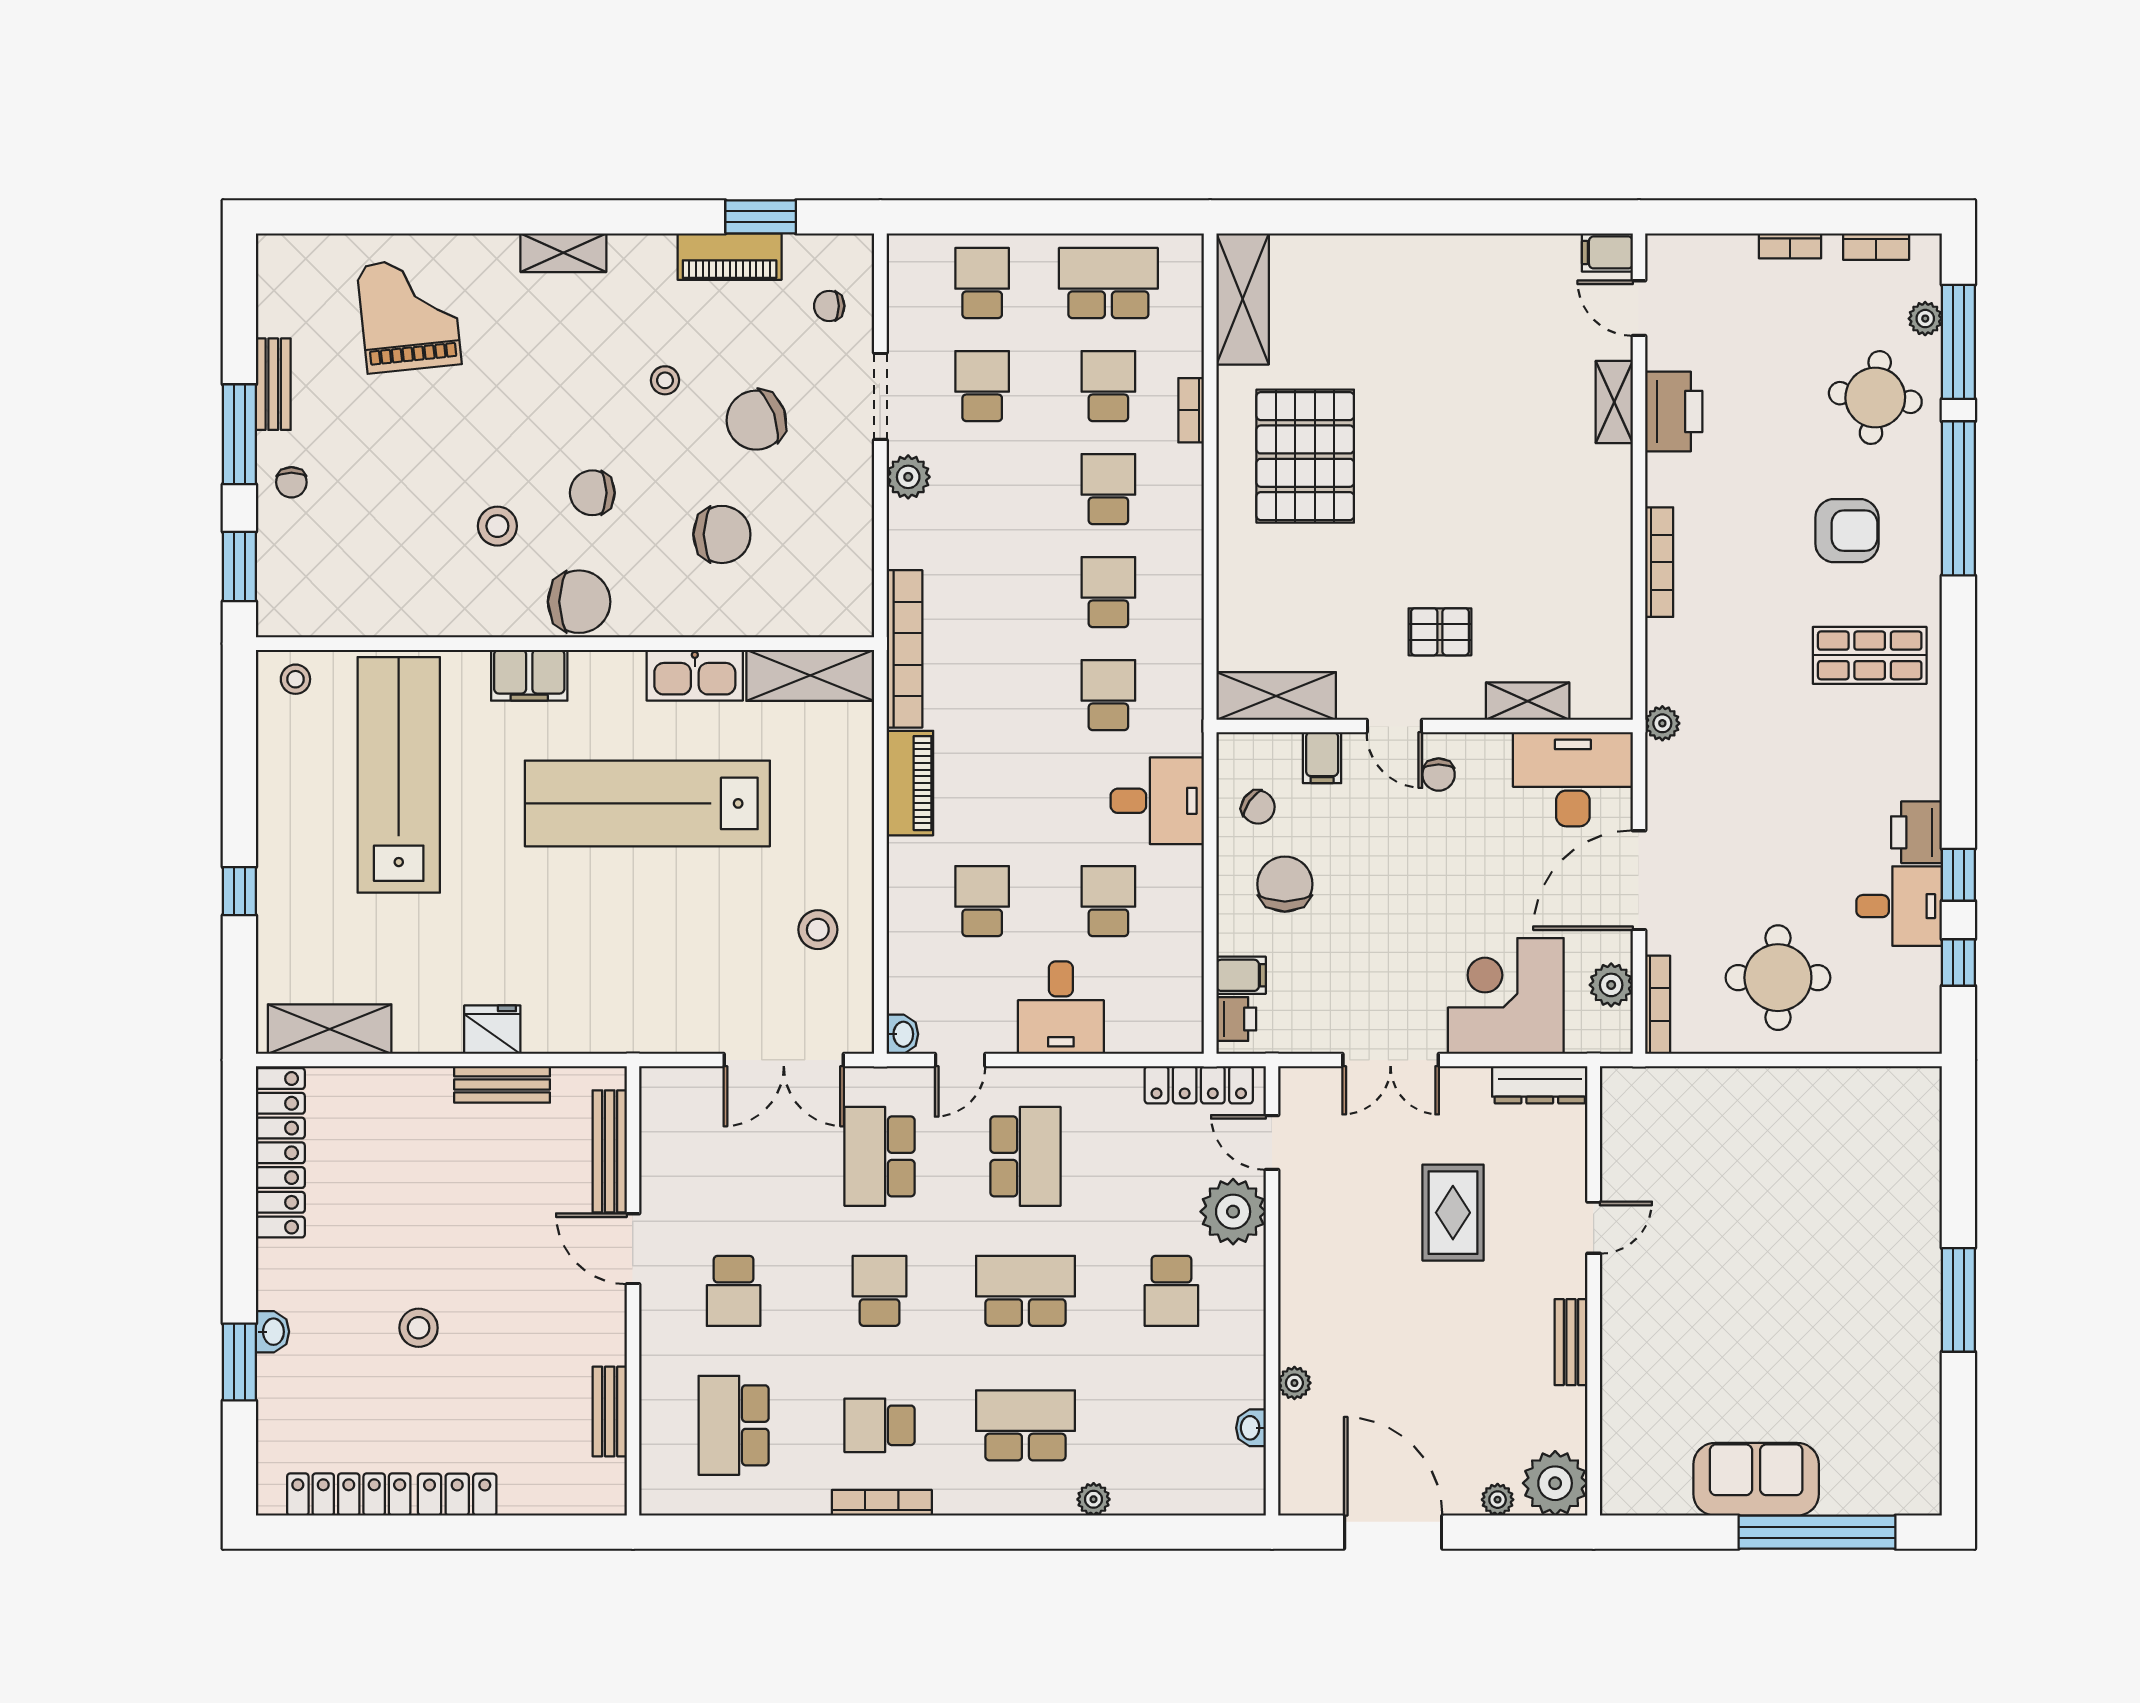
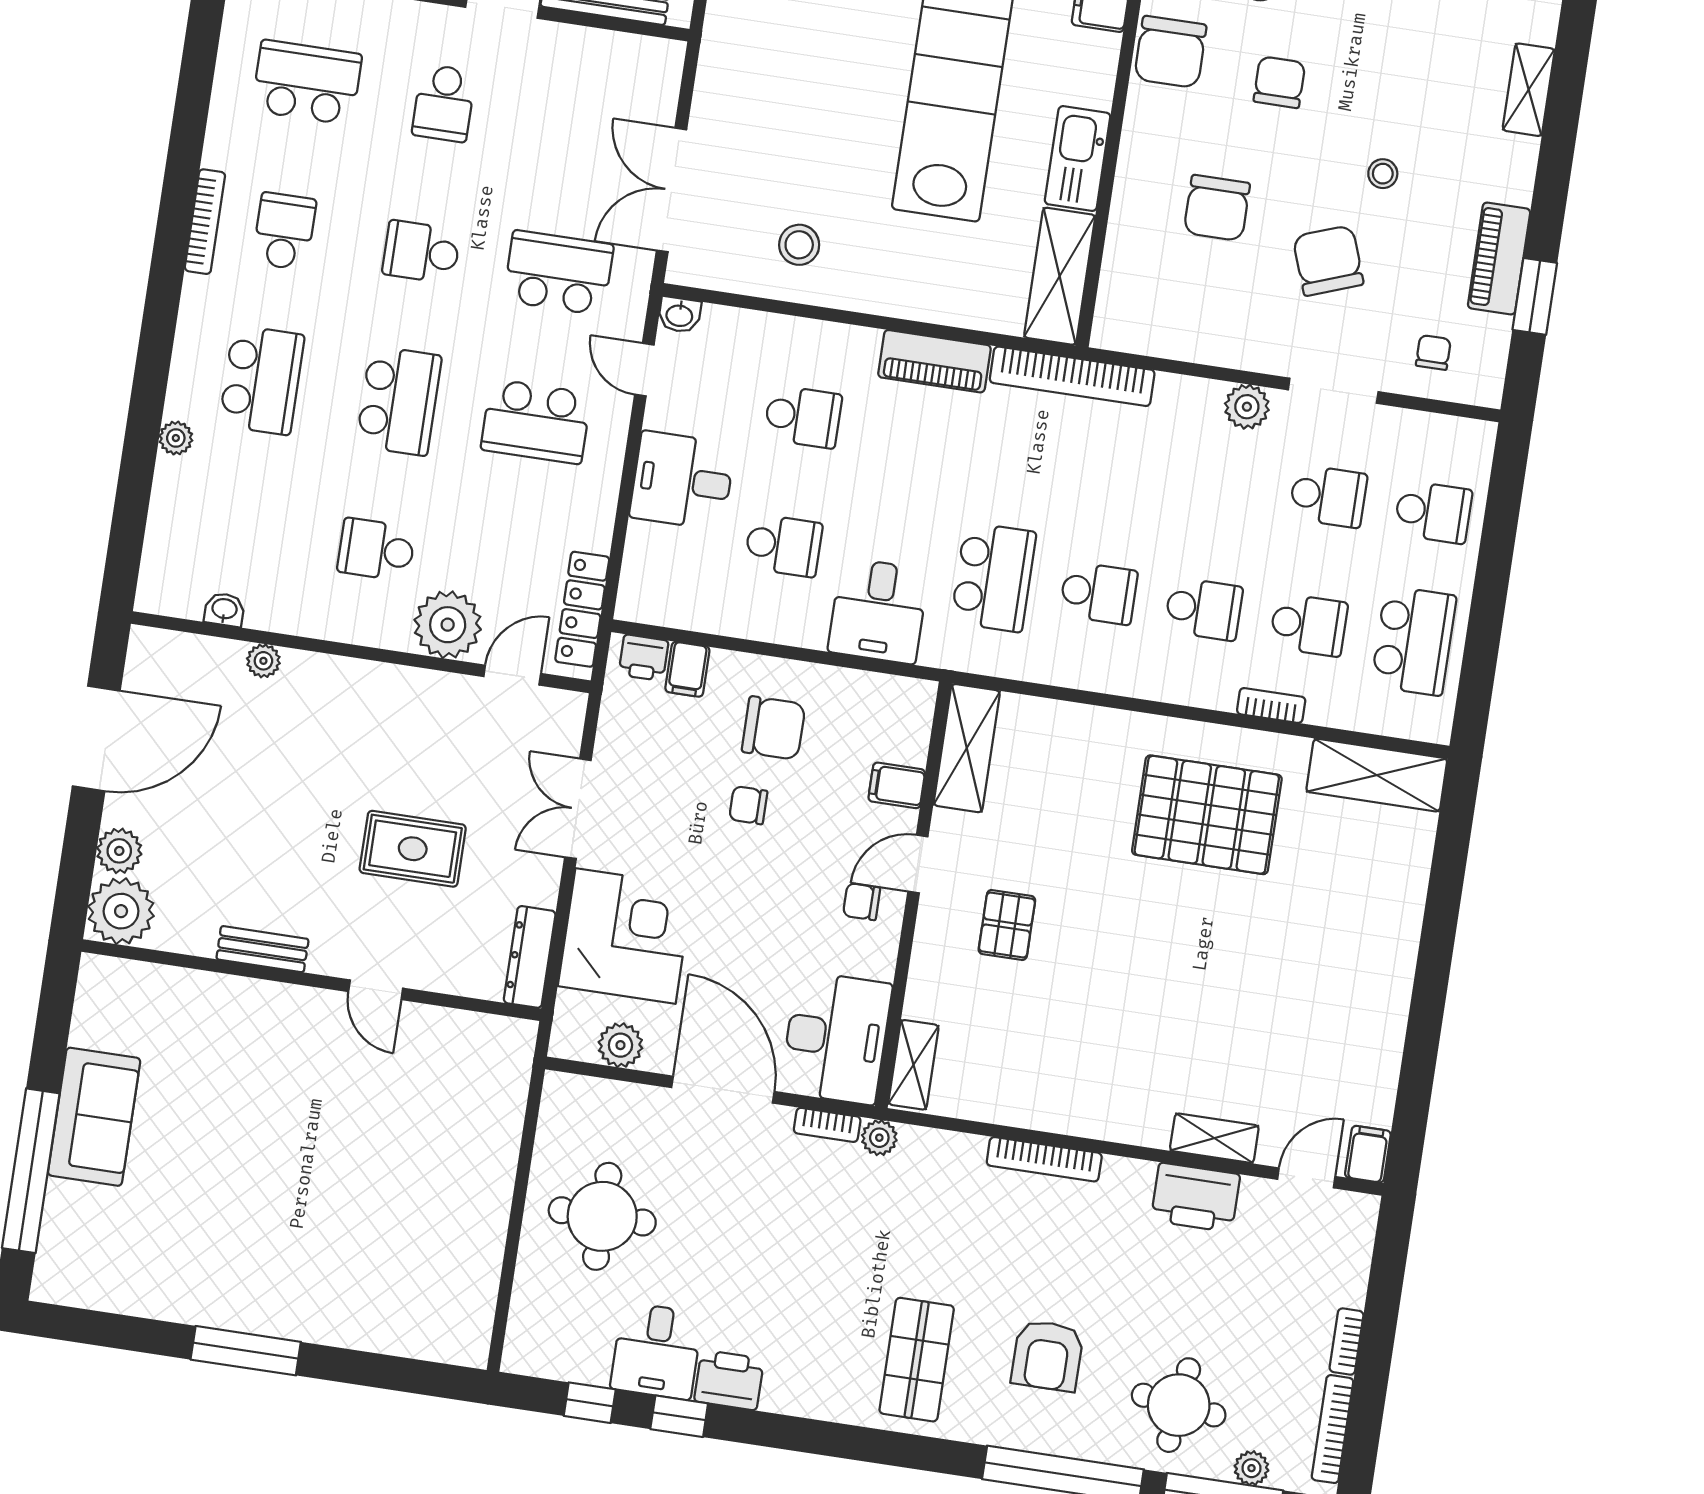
bookcase: (1876, 247) -> (1332, 1429), width x1.56
school desk: (1108, 695) -> (994, 577), width x1.85
shelving: (1528, 701) -> (914, 1065), moved
chair: (1258, 807) -> (748, 805), moved, turned 55
bookcase: (1658, 1005) -> (827, 1125), moved, width x0.64
school desk: (734, 1291) -> (444, 103), turned -90
school desk: (880, 1291) -> (421, 252), turned 180
plant: (1498, 1500) -> (119, 851), width x1.38, depth x1.38

